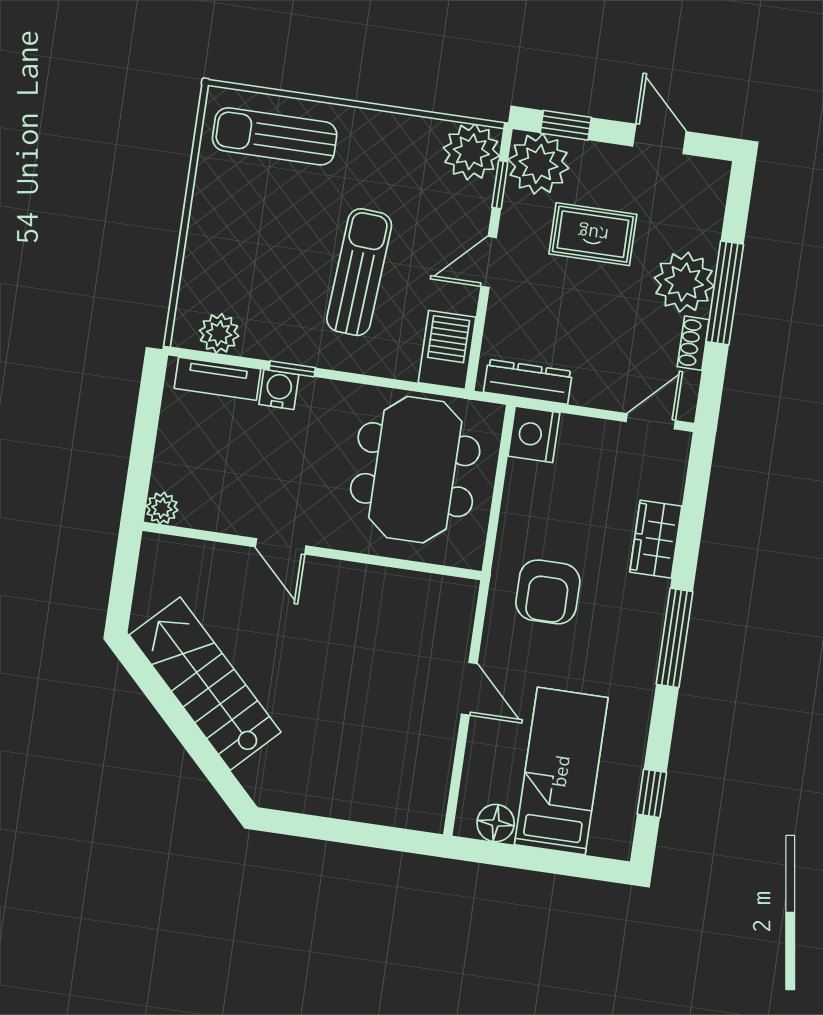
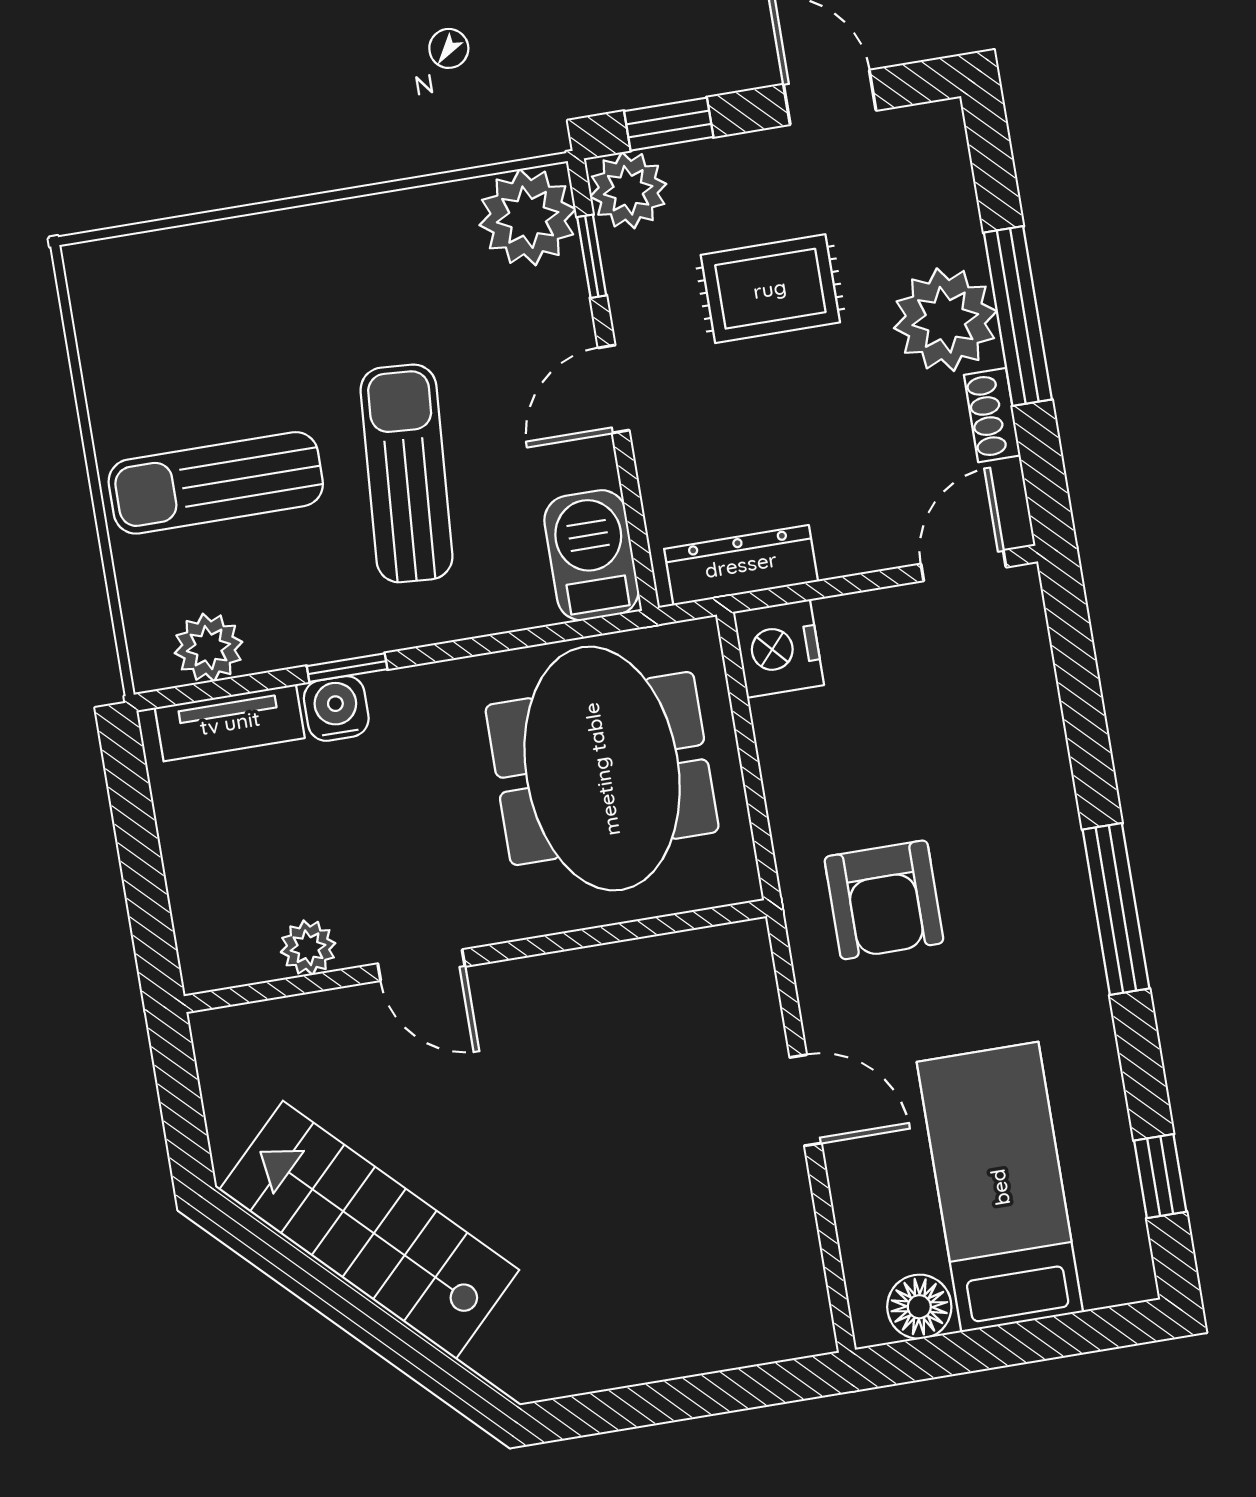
sun lounger: (275, 136) -> (216, 483), moved
plant: (539, 164) -> (628, 190), width x0.73, depth x0.73
plant: (162, 508) -> (308, 948), moved
wardrobe: (656, 539) -> (1034, 757), removed

